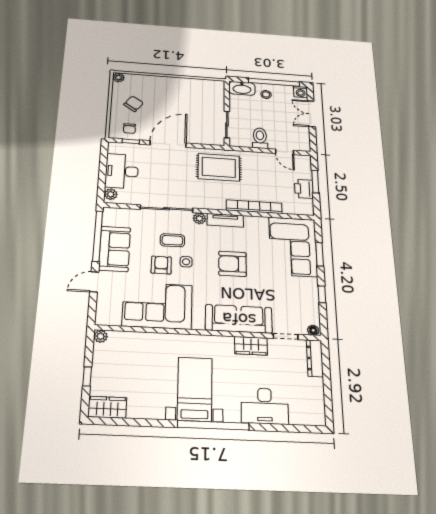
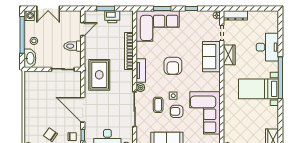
sofa: (239, 319) -> (211, 57), width x0.73

